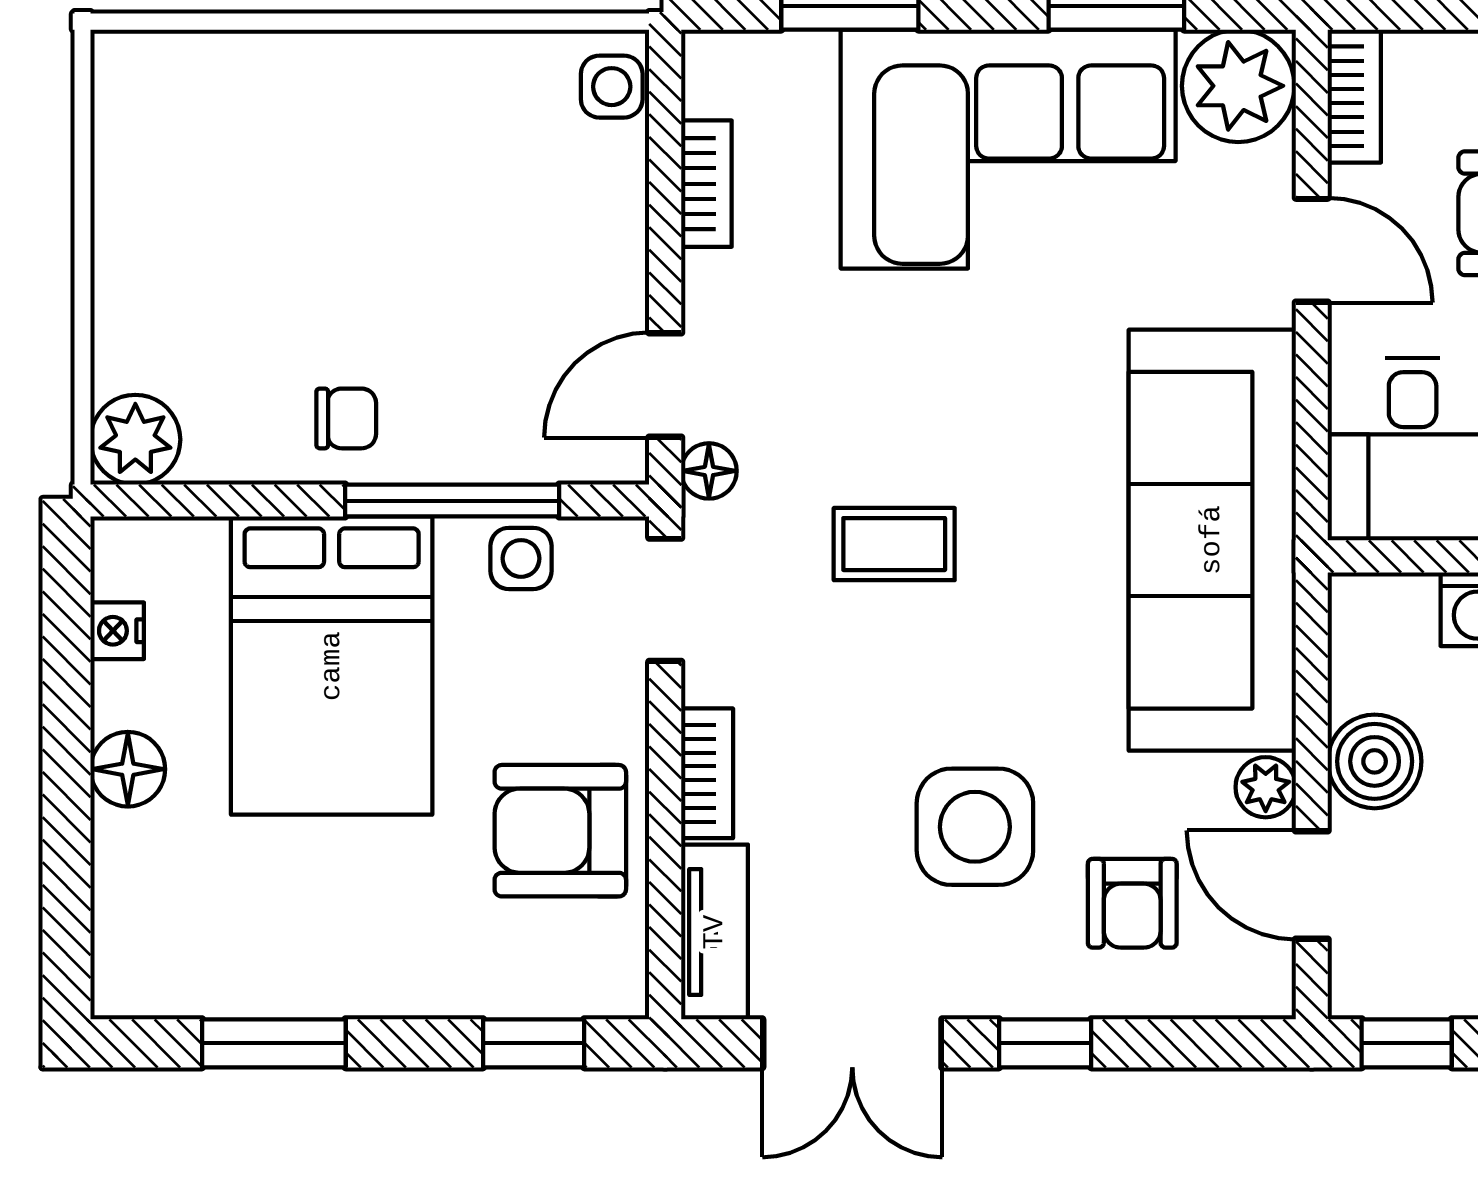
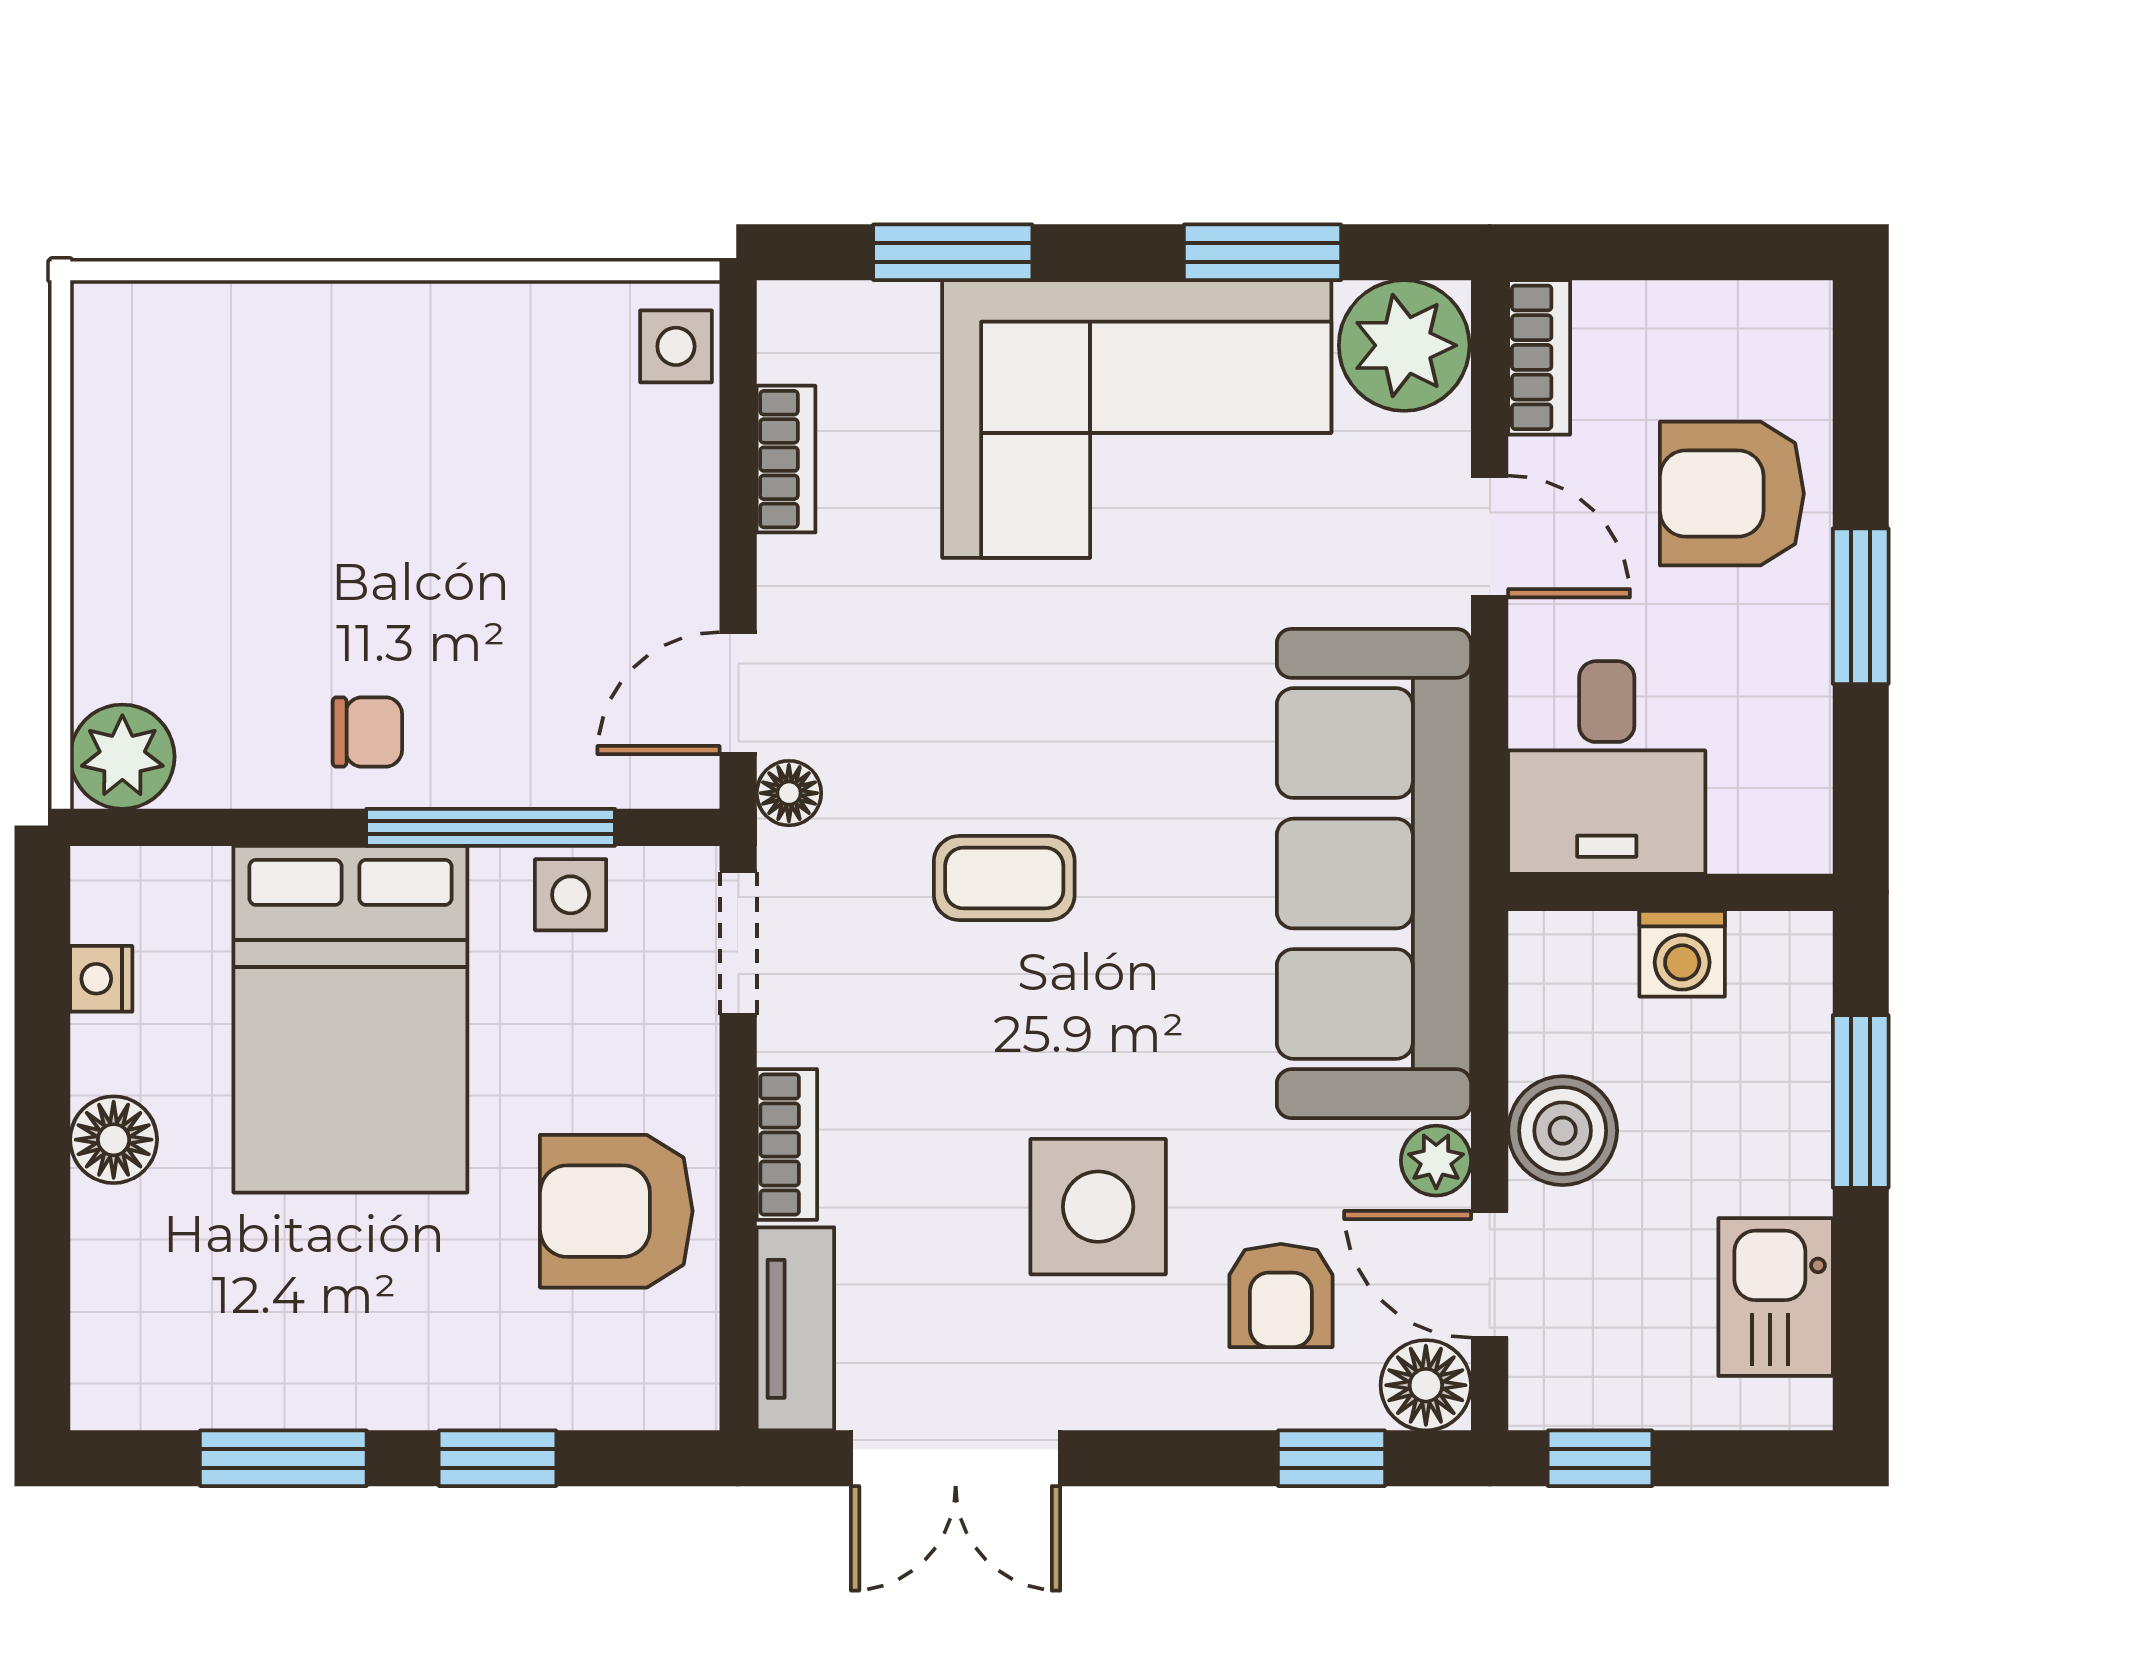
floor lamp: (1257, 980) -> (1426, 1385), added
window: (534, 1043) -> (498, 1458), moved
window: (1045, 1043) -> (1332, 1458), moved

